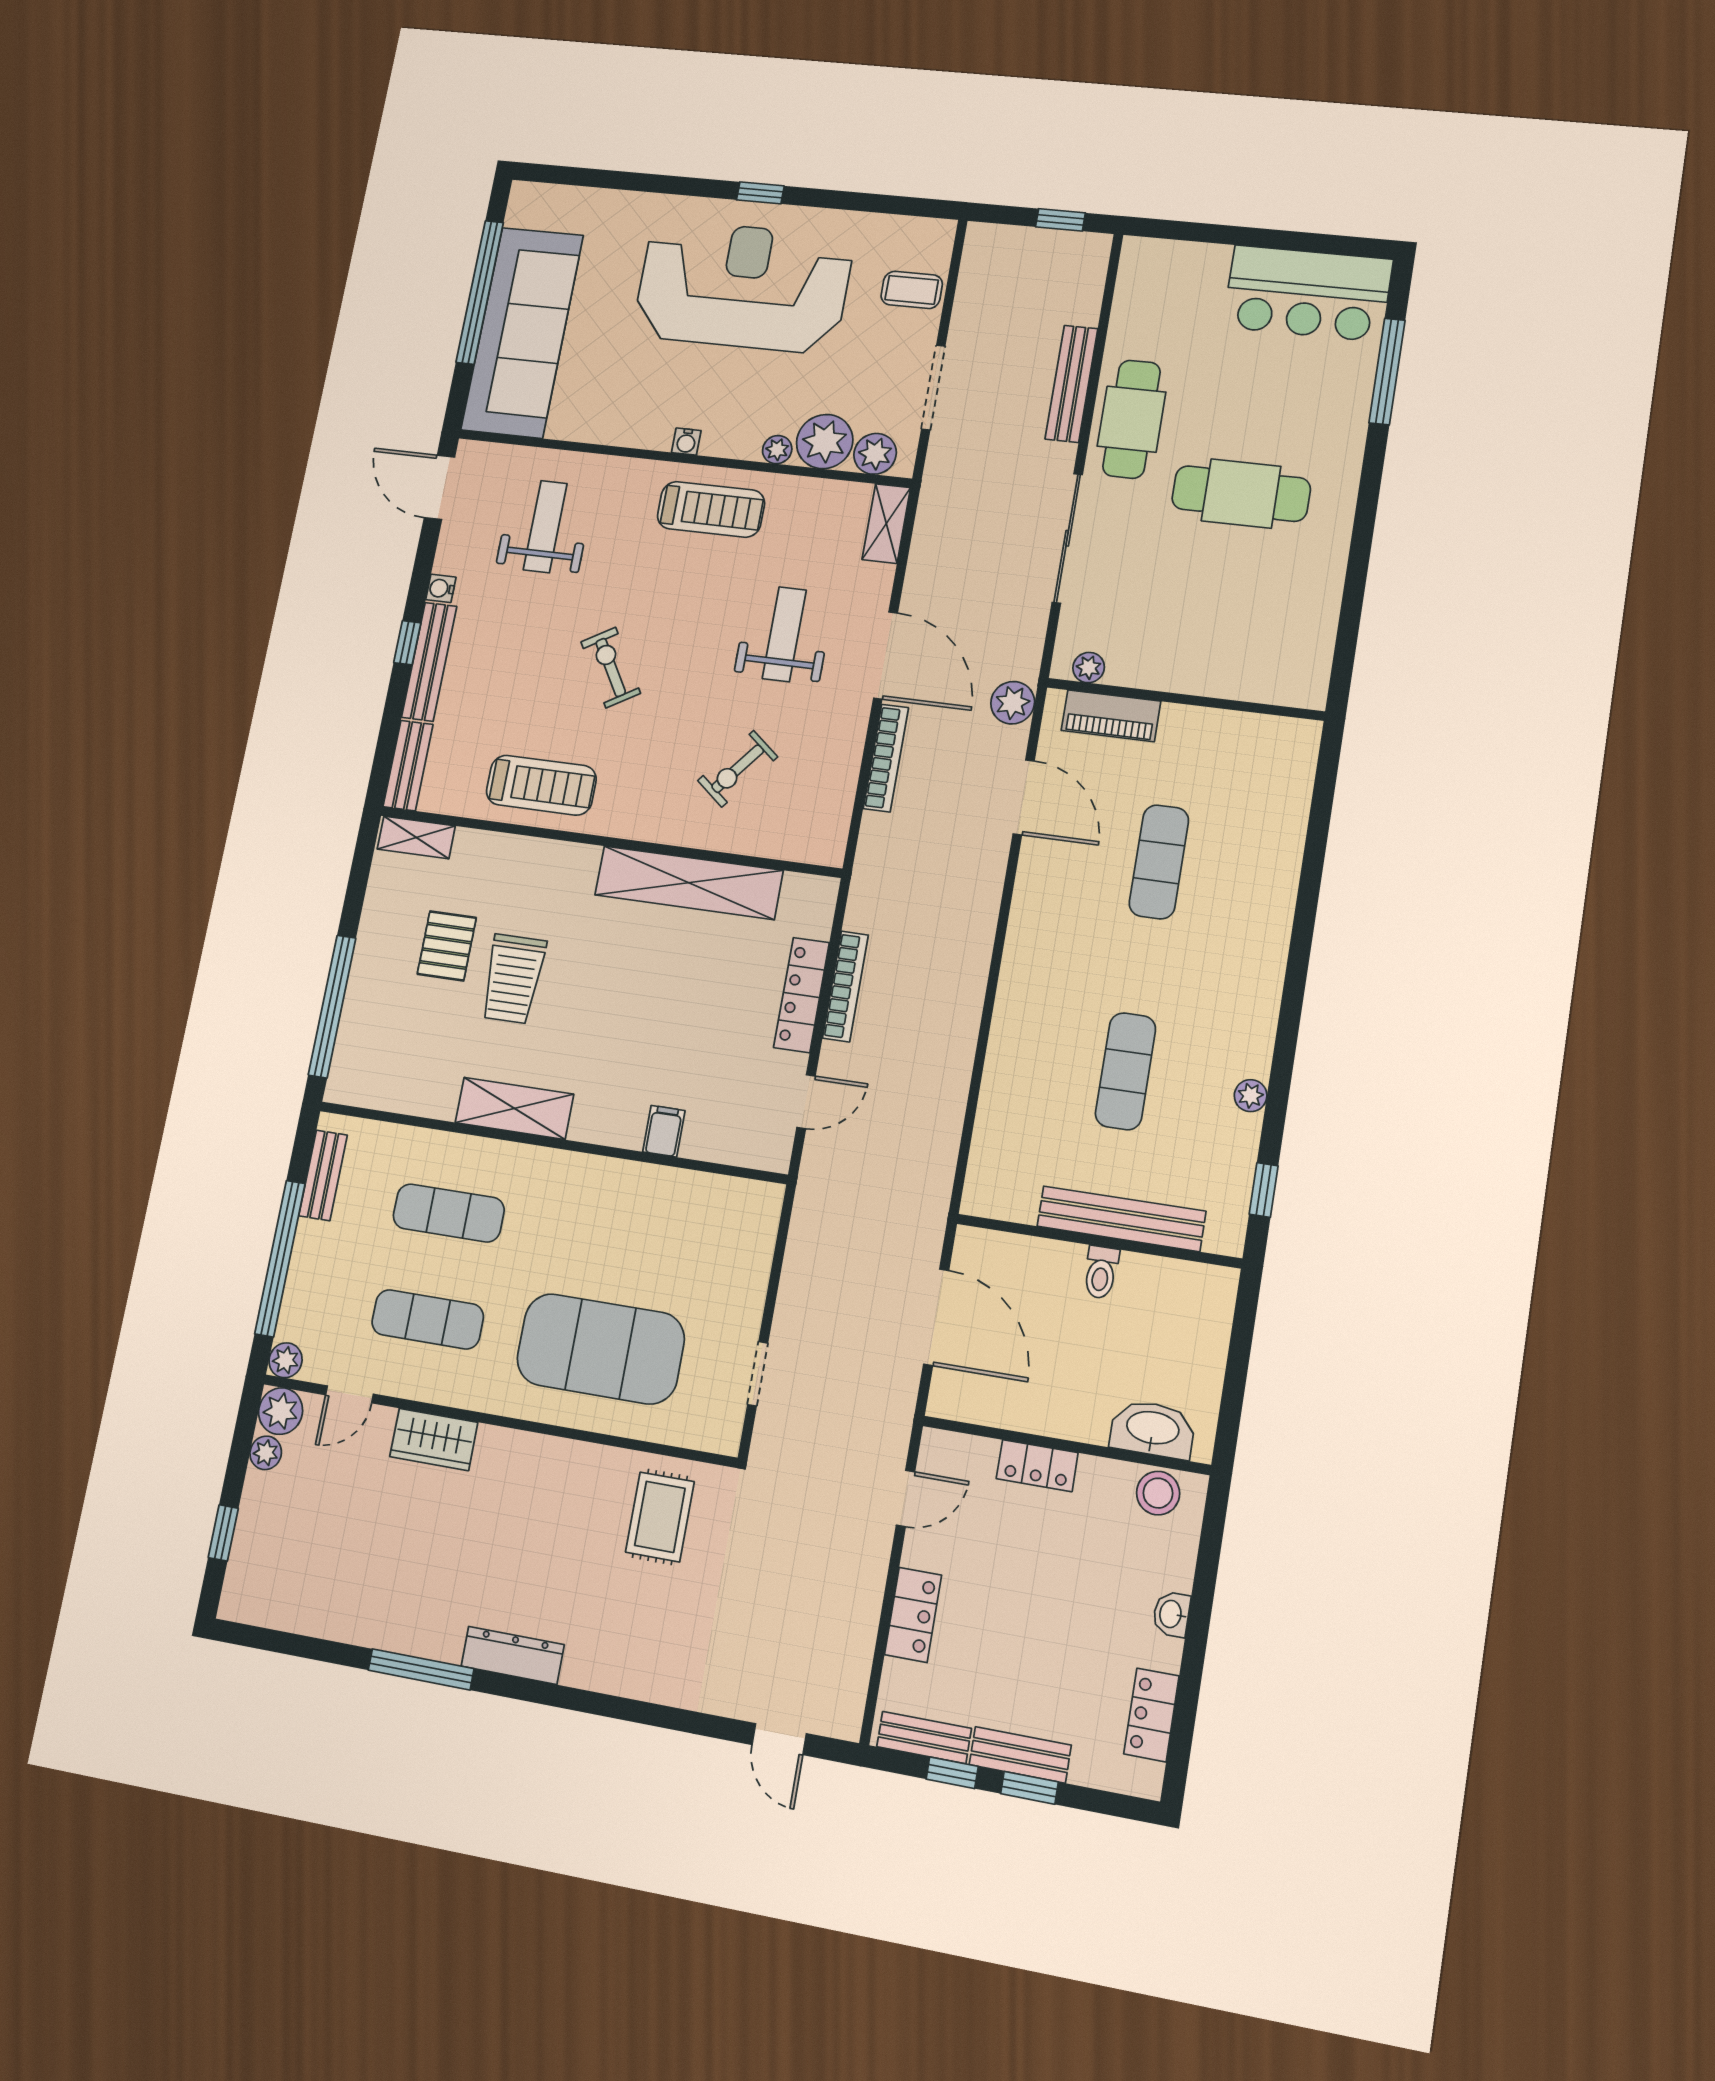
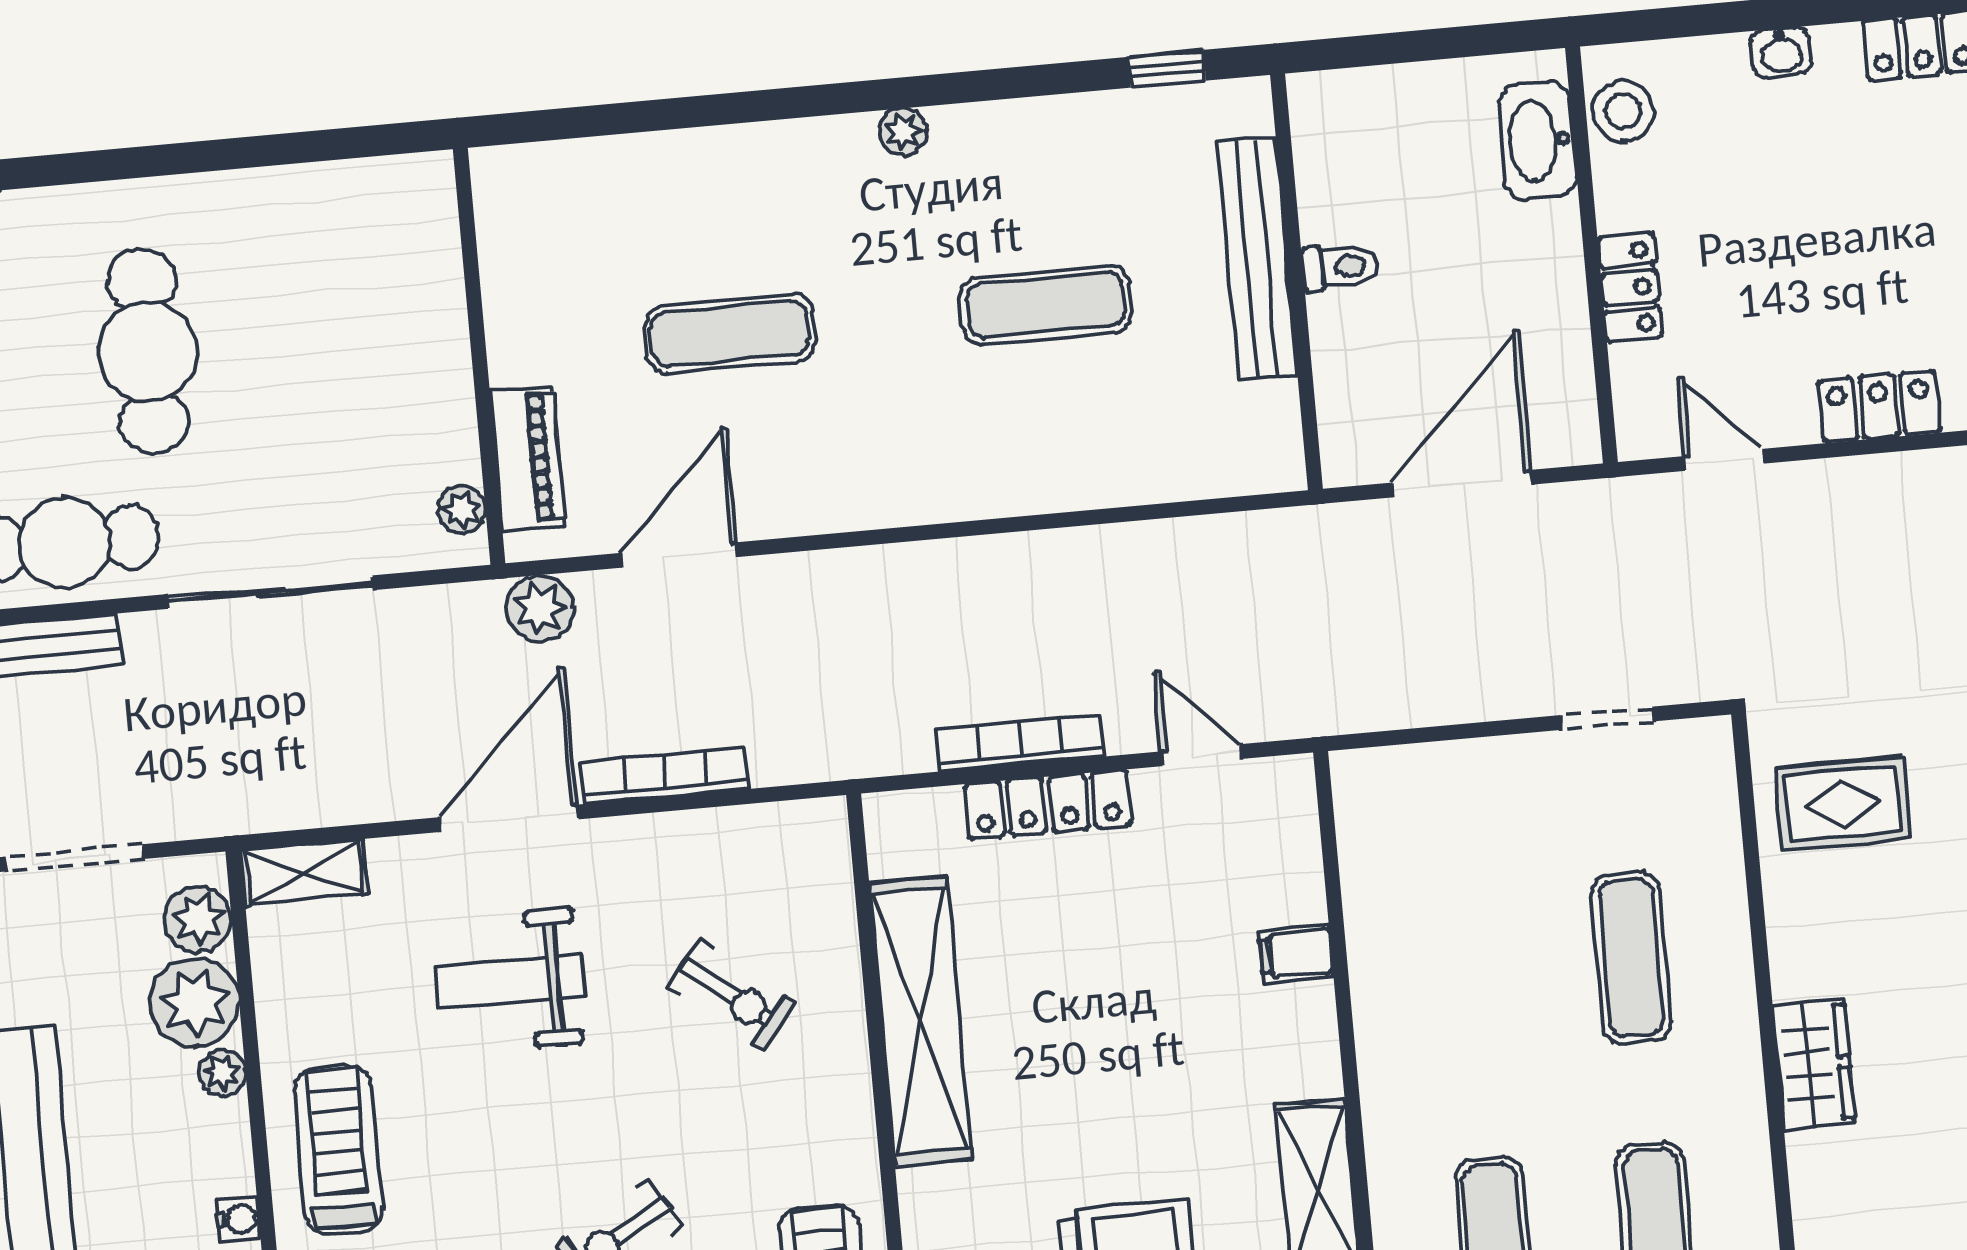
plant: (1251, 1096) -> (903, 132), moved
exercise mat: (601, 1349) -> (1631, 958), width x0.50, depth x0.69
wardrobe: (434, 1439) -> (1814, 1064), moved

